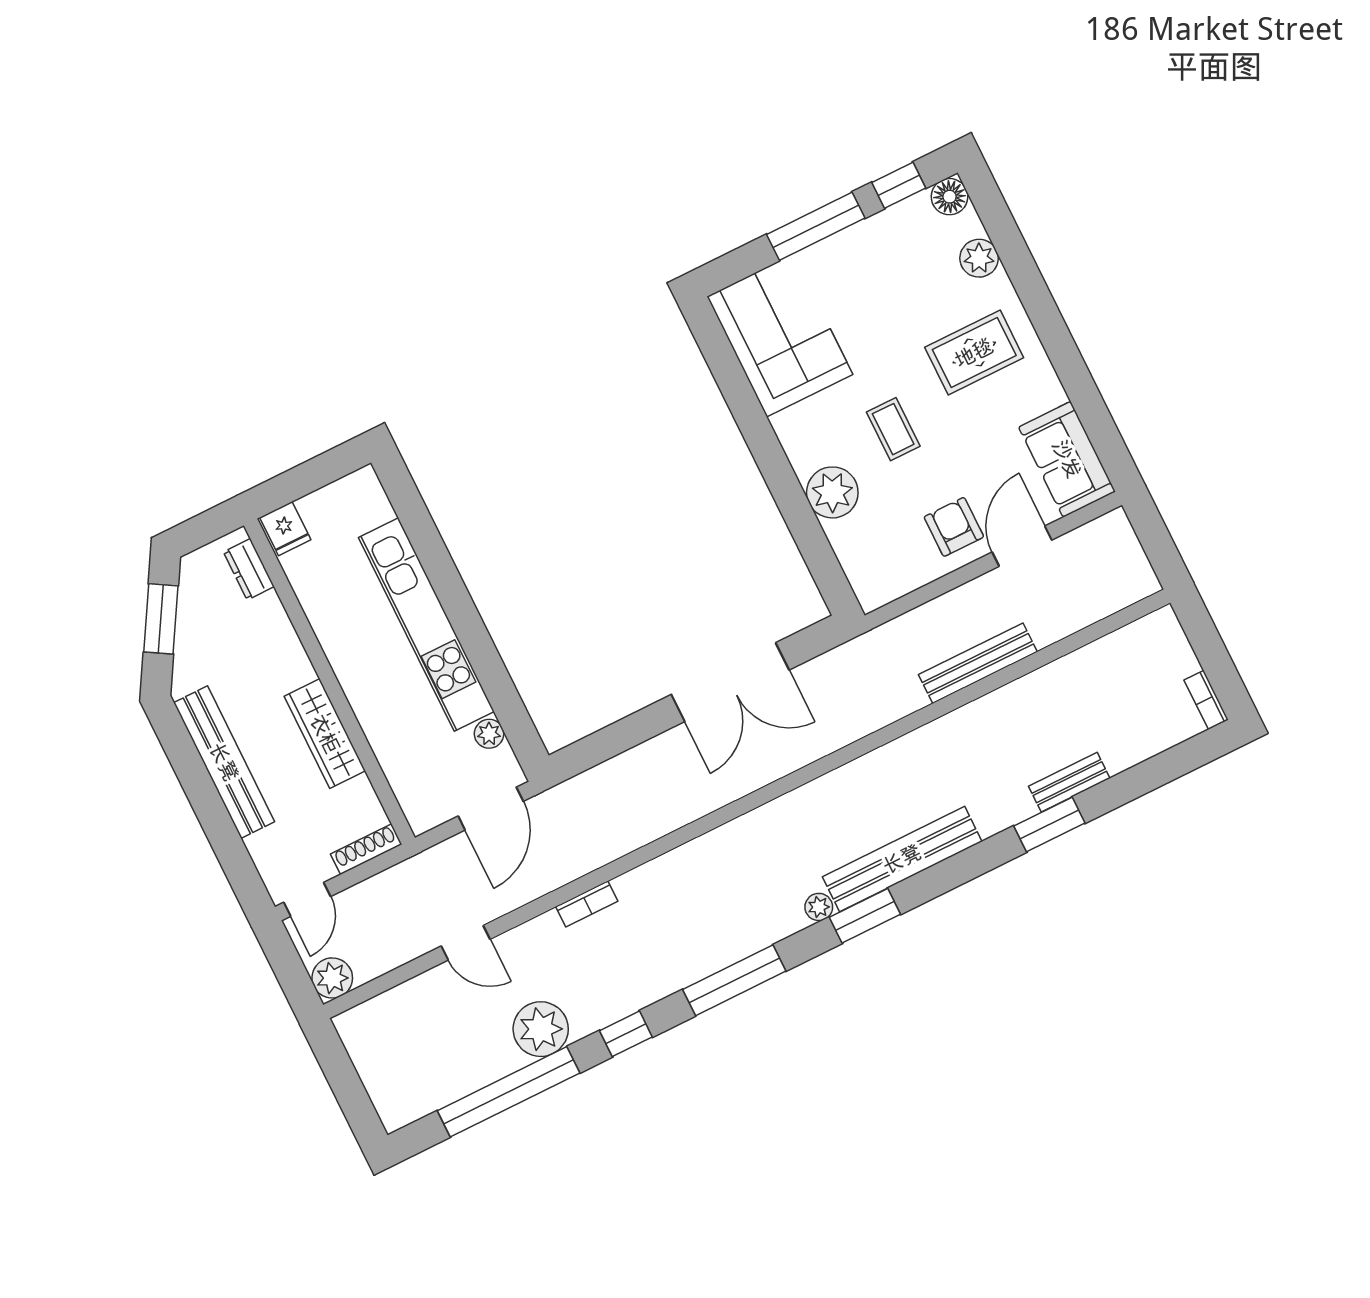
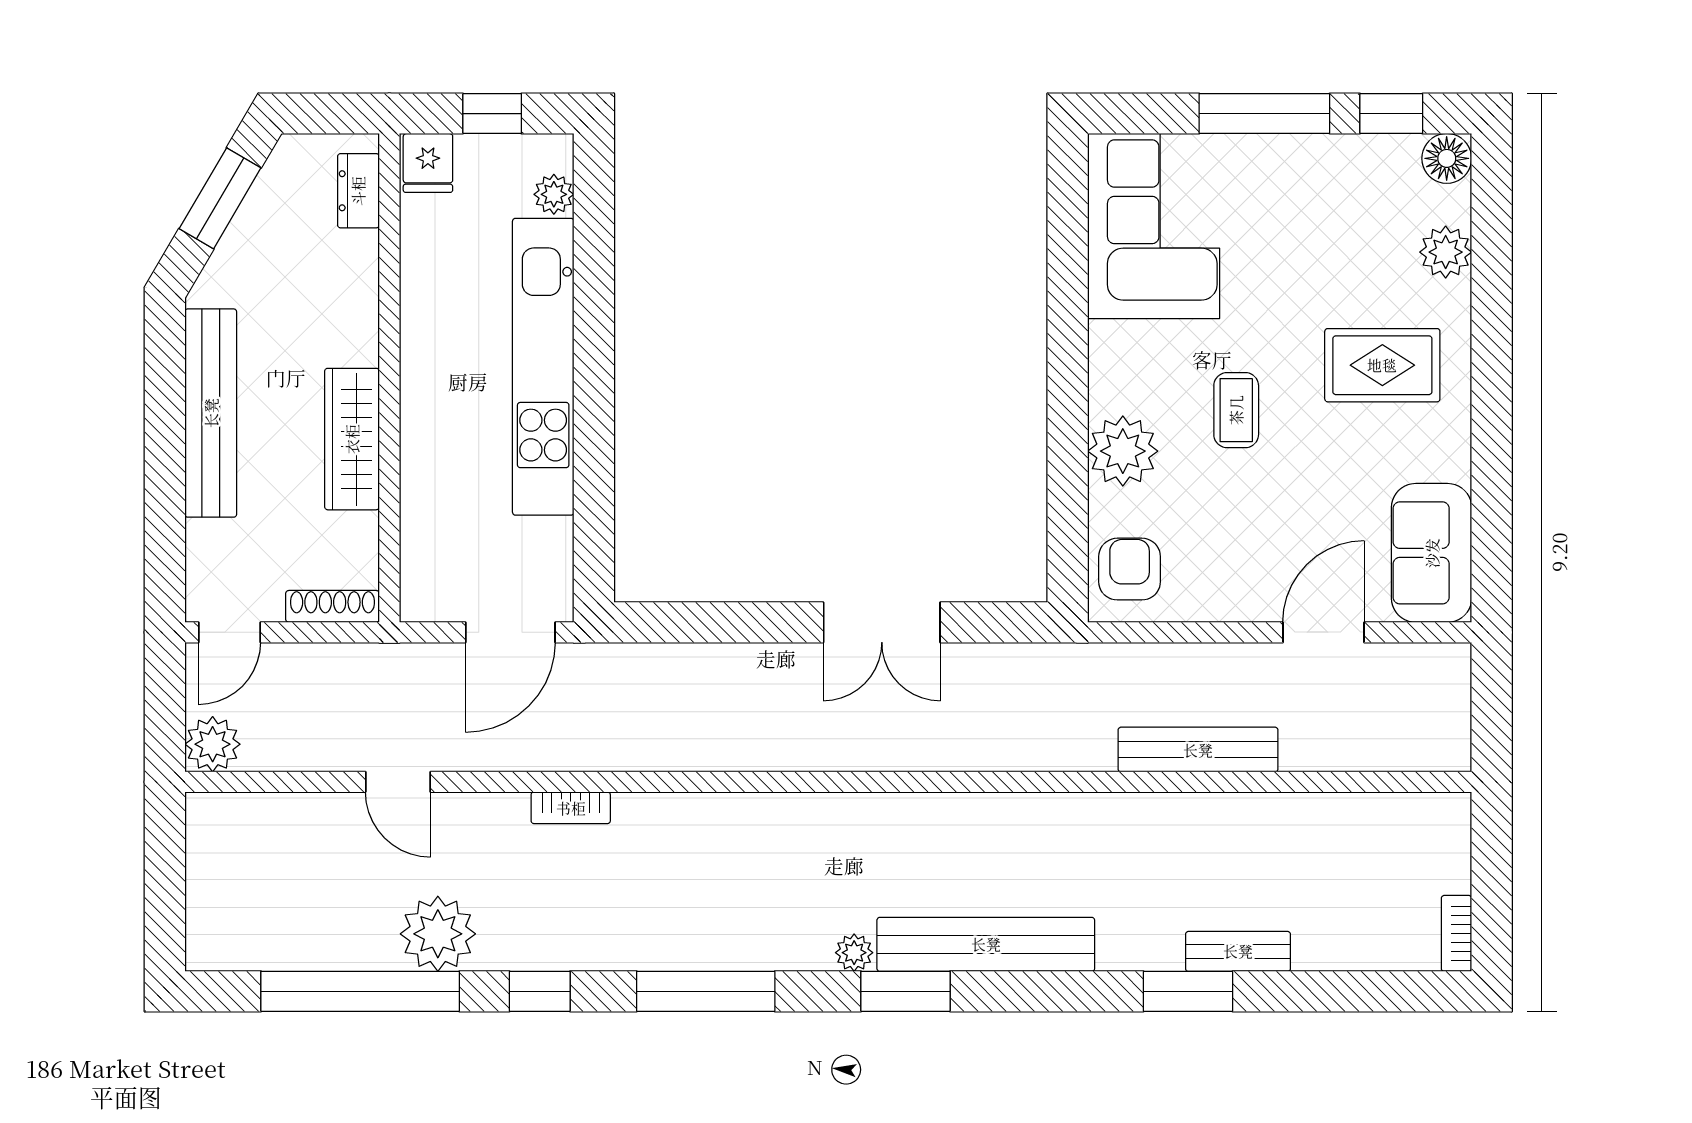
window: (311, 476) -> (492, 114), added
armchair: (954, 527) -> (1130, 569), moved
double door: (730, 682) -> (882, 622), width x0.73
plant: (489, 734) -> (554, 194), moved

